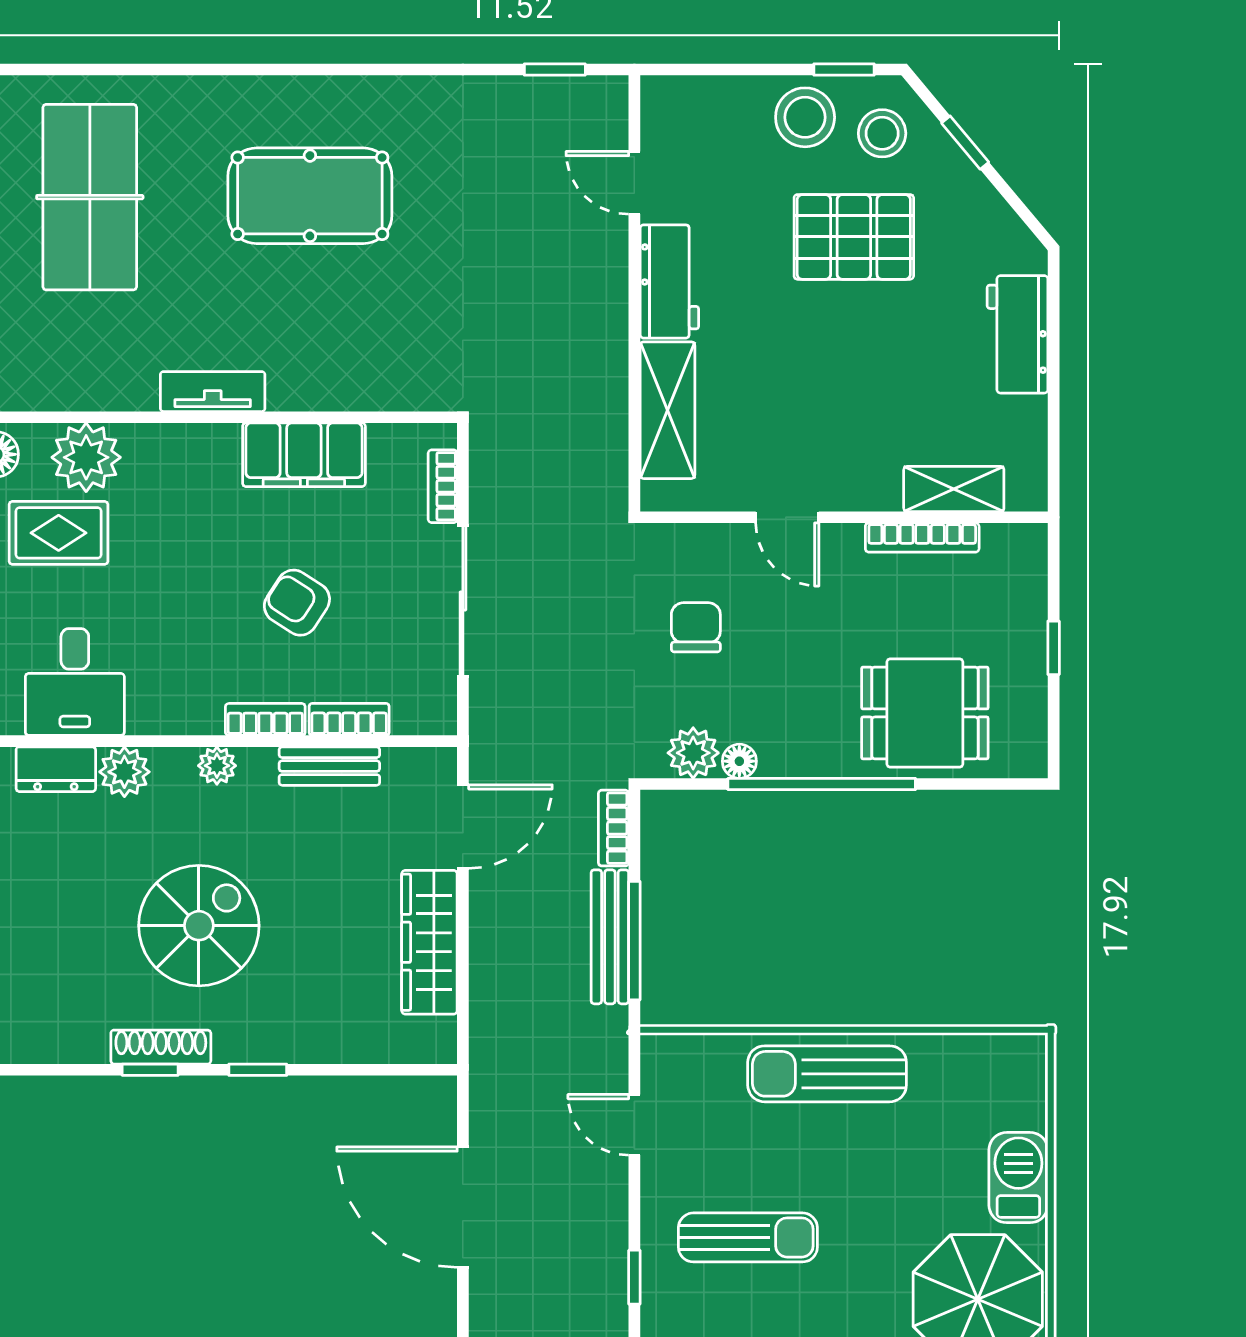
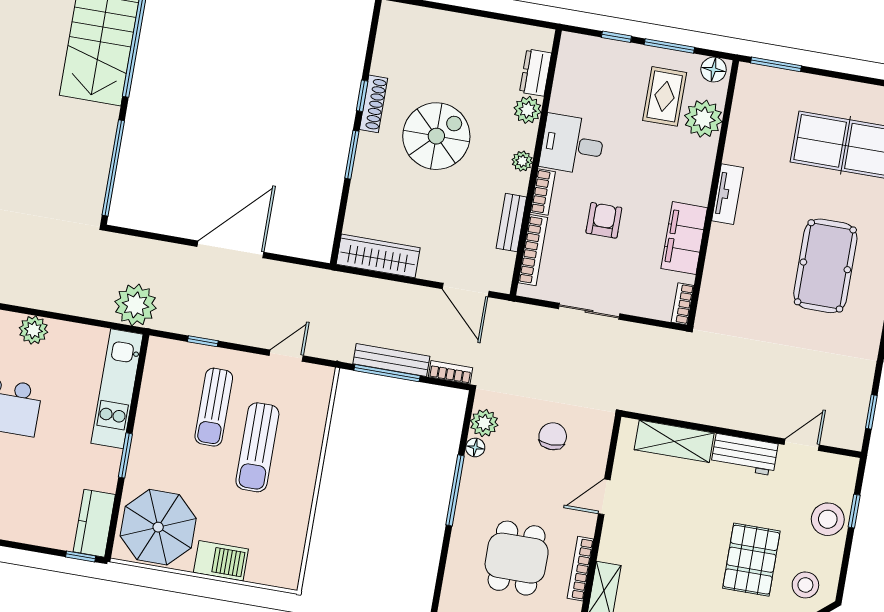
window: (844, 70) -> (854, 511), moved
stool: (805, 117) -> (828, 519), moved
bookcase: (443, 486) -> (683, 304), moved, turned -90
sliding door: (463, 601) -> (589, 311), width x0.73
armchair: (297, 603) -> (604, 220), turned -33
chair: (696, 627) -> (553, 436), turned -90
desk: (75, 682) -> (572, 144), moved
dining table: (925, 713) -> (517, 558), moved
bookcase: (349, 719) -> (533, 250), width x1.56
window: (822, 784) -> (455, 490), width x0.68
spiral stairs: (199, 926) -> (436, 136), turned -90
wardrobe: (429, 942) -> (378, 256), moved
window: (258, 1070) -> (352, 155), width x1.50
sun lounger: (827, 1074) -> (257, 447), moved, turned 180
door: (463, 1207) -> (230, 249), moved

